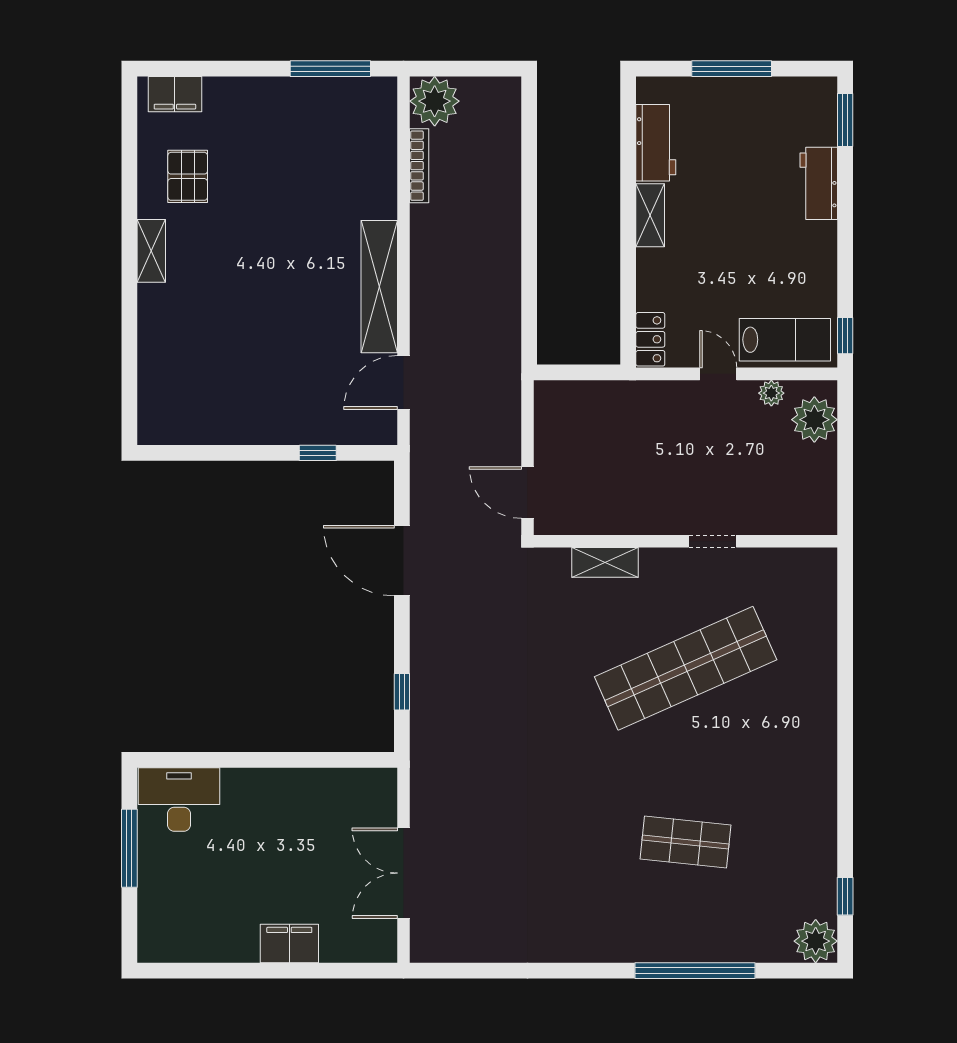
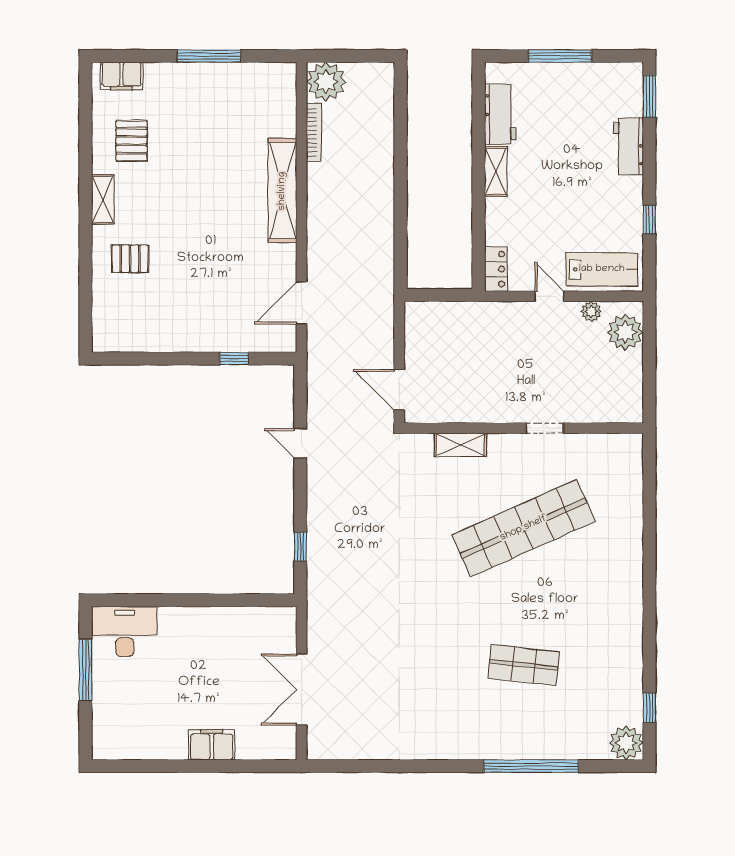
window: (330, 69) -> (209, 56), moved
shelving: (379, 287) -> (282, 191), moved
pallet: (186, 326) -> (130, 259), added
window: (845, 336) -> (649, 220), moved
door: (402, 561) -> (300, 443), width x0.53

